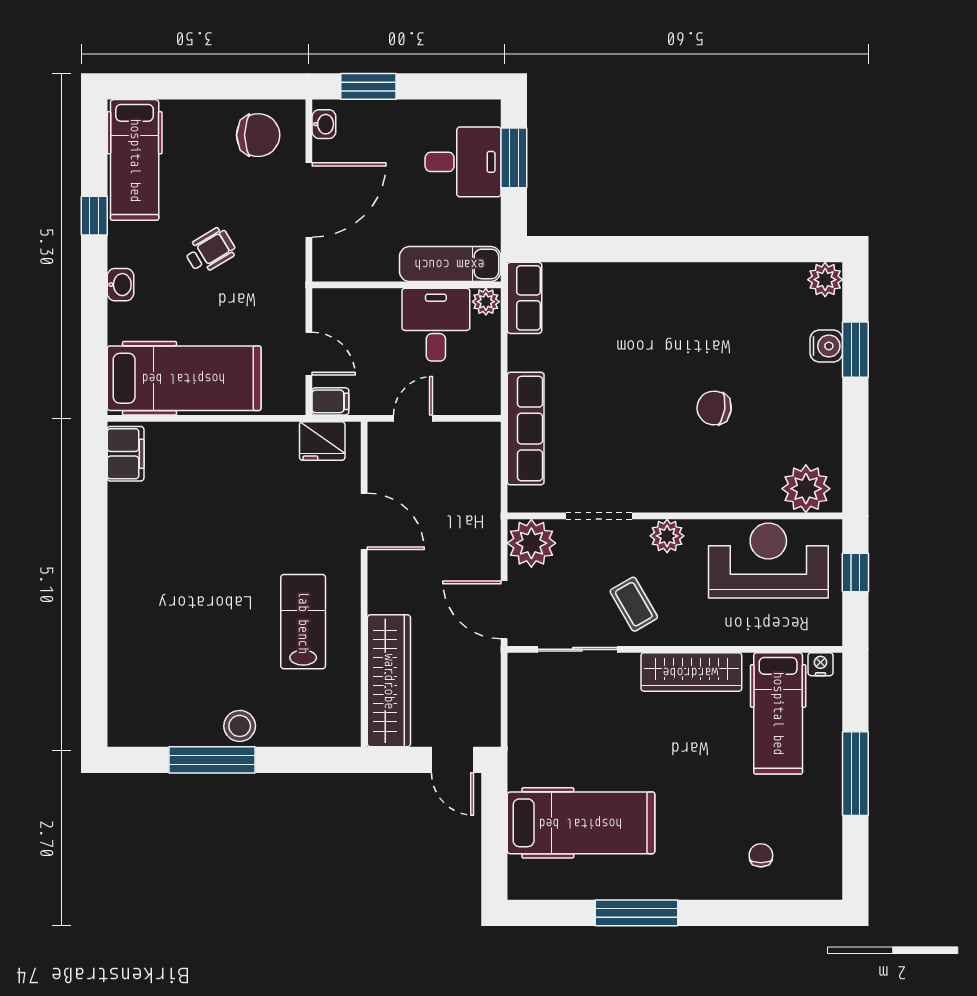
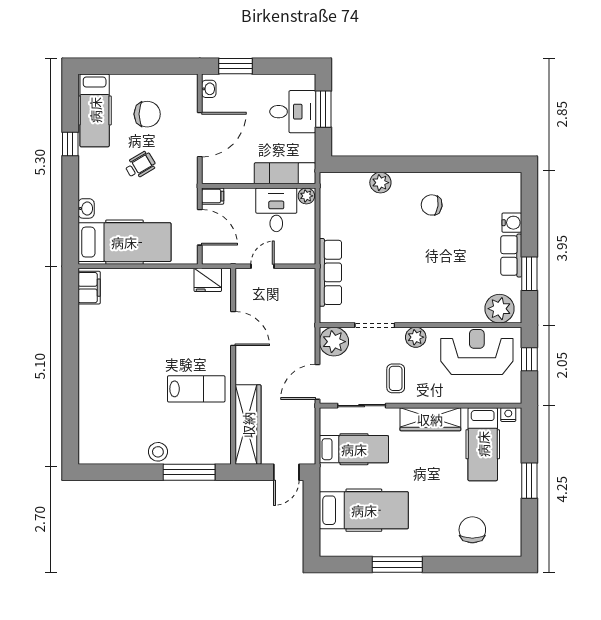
chair: (258, 135) -> (147, 114), moved
plant: (825, 280) -> (380, 183), moved
washbasin: (120, 285) -> (86, 208), moved
row of seats: (524, 298) -> (511, 255), moved, turned 180
window: (855, 350) -> (529, 274), moved
door: (309, 354) -> (200, 227), width x1.38
filing cabinet: (330, 401) -> (213, 196), moved
chair: (714, 408) -> (432, 205), moved
coffee table: (634, 604) -> (396, 378), turned 30
door: (504, 610) -> (317, 382), hinge flipped
lab bench: (303, 622) -> (196, 389), turned 90
hospital bed: (565, 722) -> (354, 449), added
window: (212, 760) -> (189, 472), moved
door: (453, 760) -> (286, 472), hinge flipped
window: (855, 774) -> (529, 481), width x0.69
chair: (761, 855) -> (472, 530), width x1.87, depth x1.87

